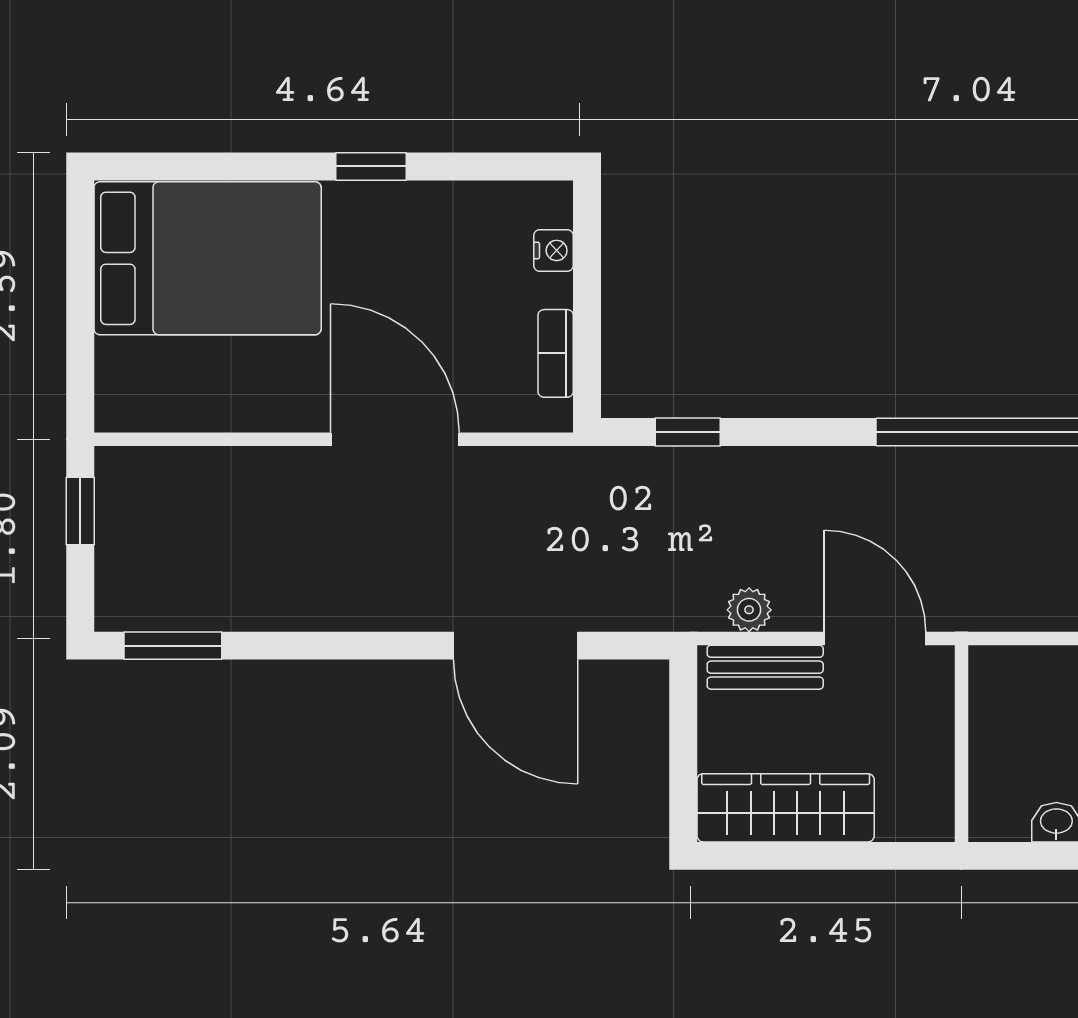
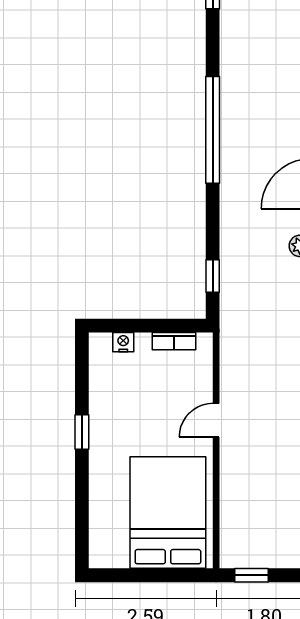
bed: (208, 258) -> (168, 513), moved
door: (395, 439) -> (216, 420), width x0.53

